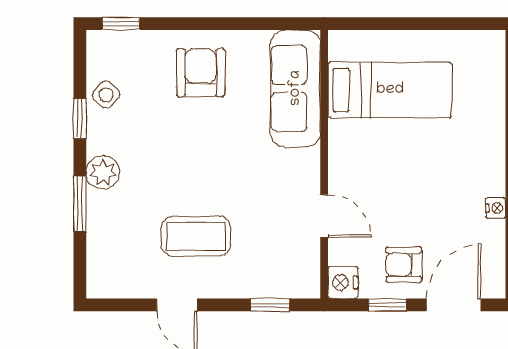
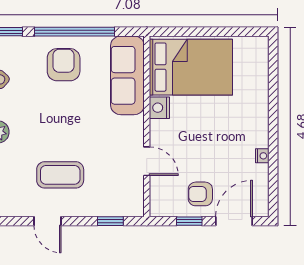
window: (217, 24) -> (75, 32), added
bed: (390, 90) -> (191, 67), width x1.50
nightstand: (343, 283) -> (159, 108), moved

